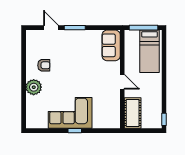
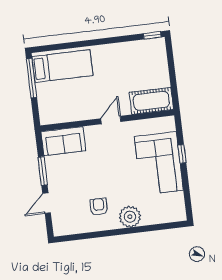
sofa: (111, 45) -> (63, 141), moved
wall: (122, 79) -> (107, 120), moved
door: (122, 82) -> (111, 120), moved
cot: (133, 113) -> (151, 101), moved

